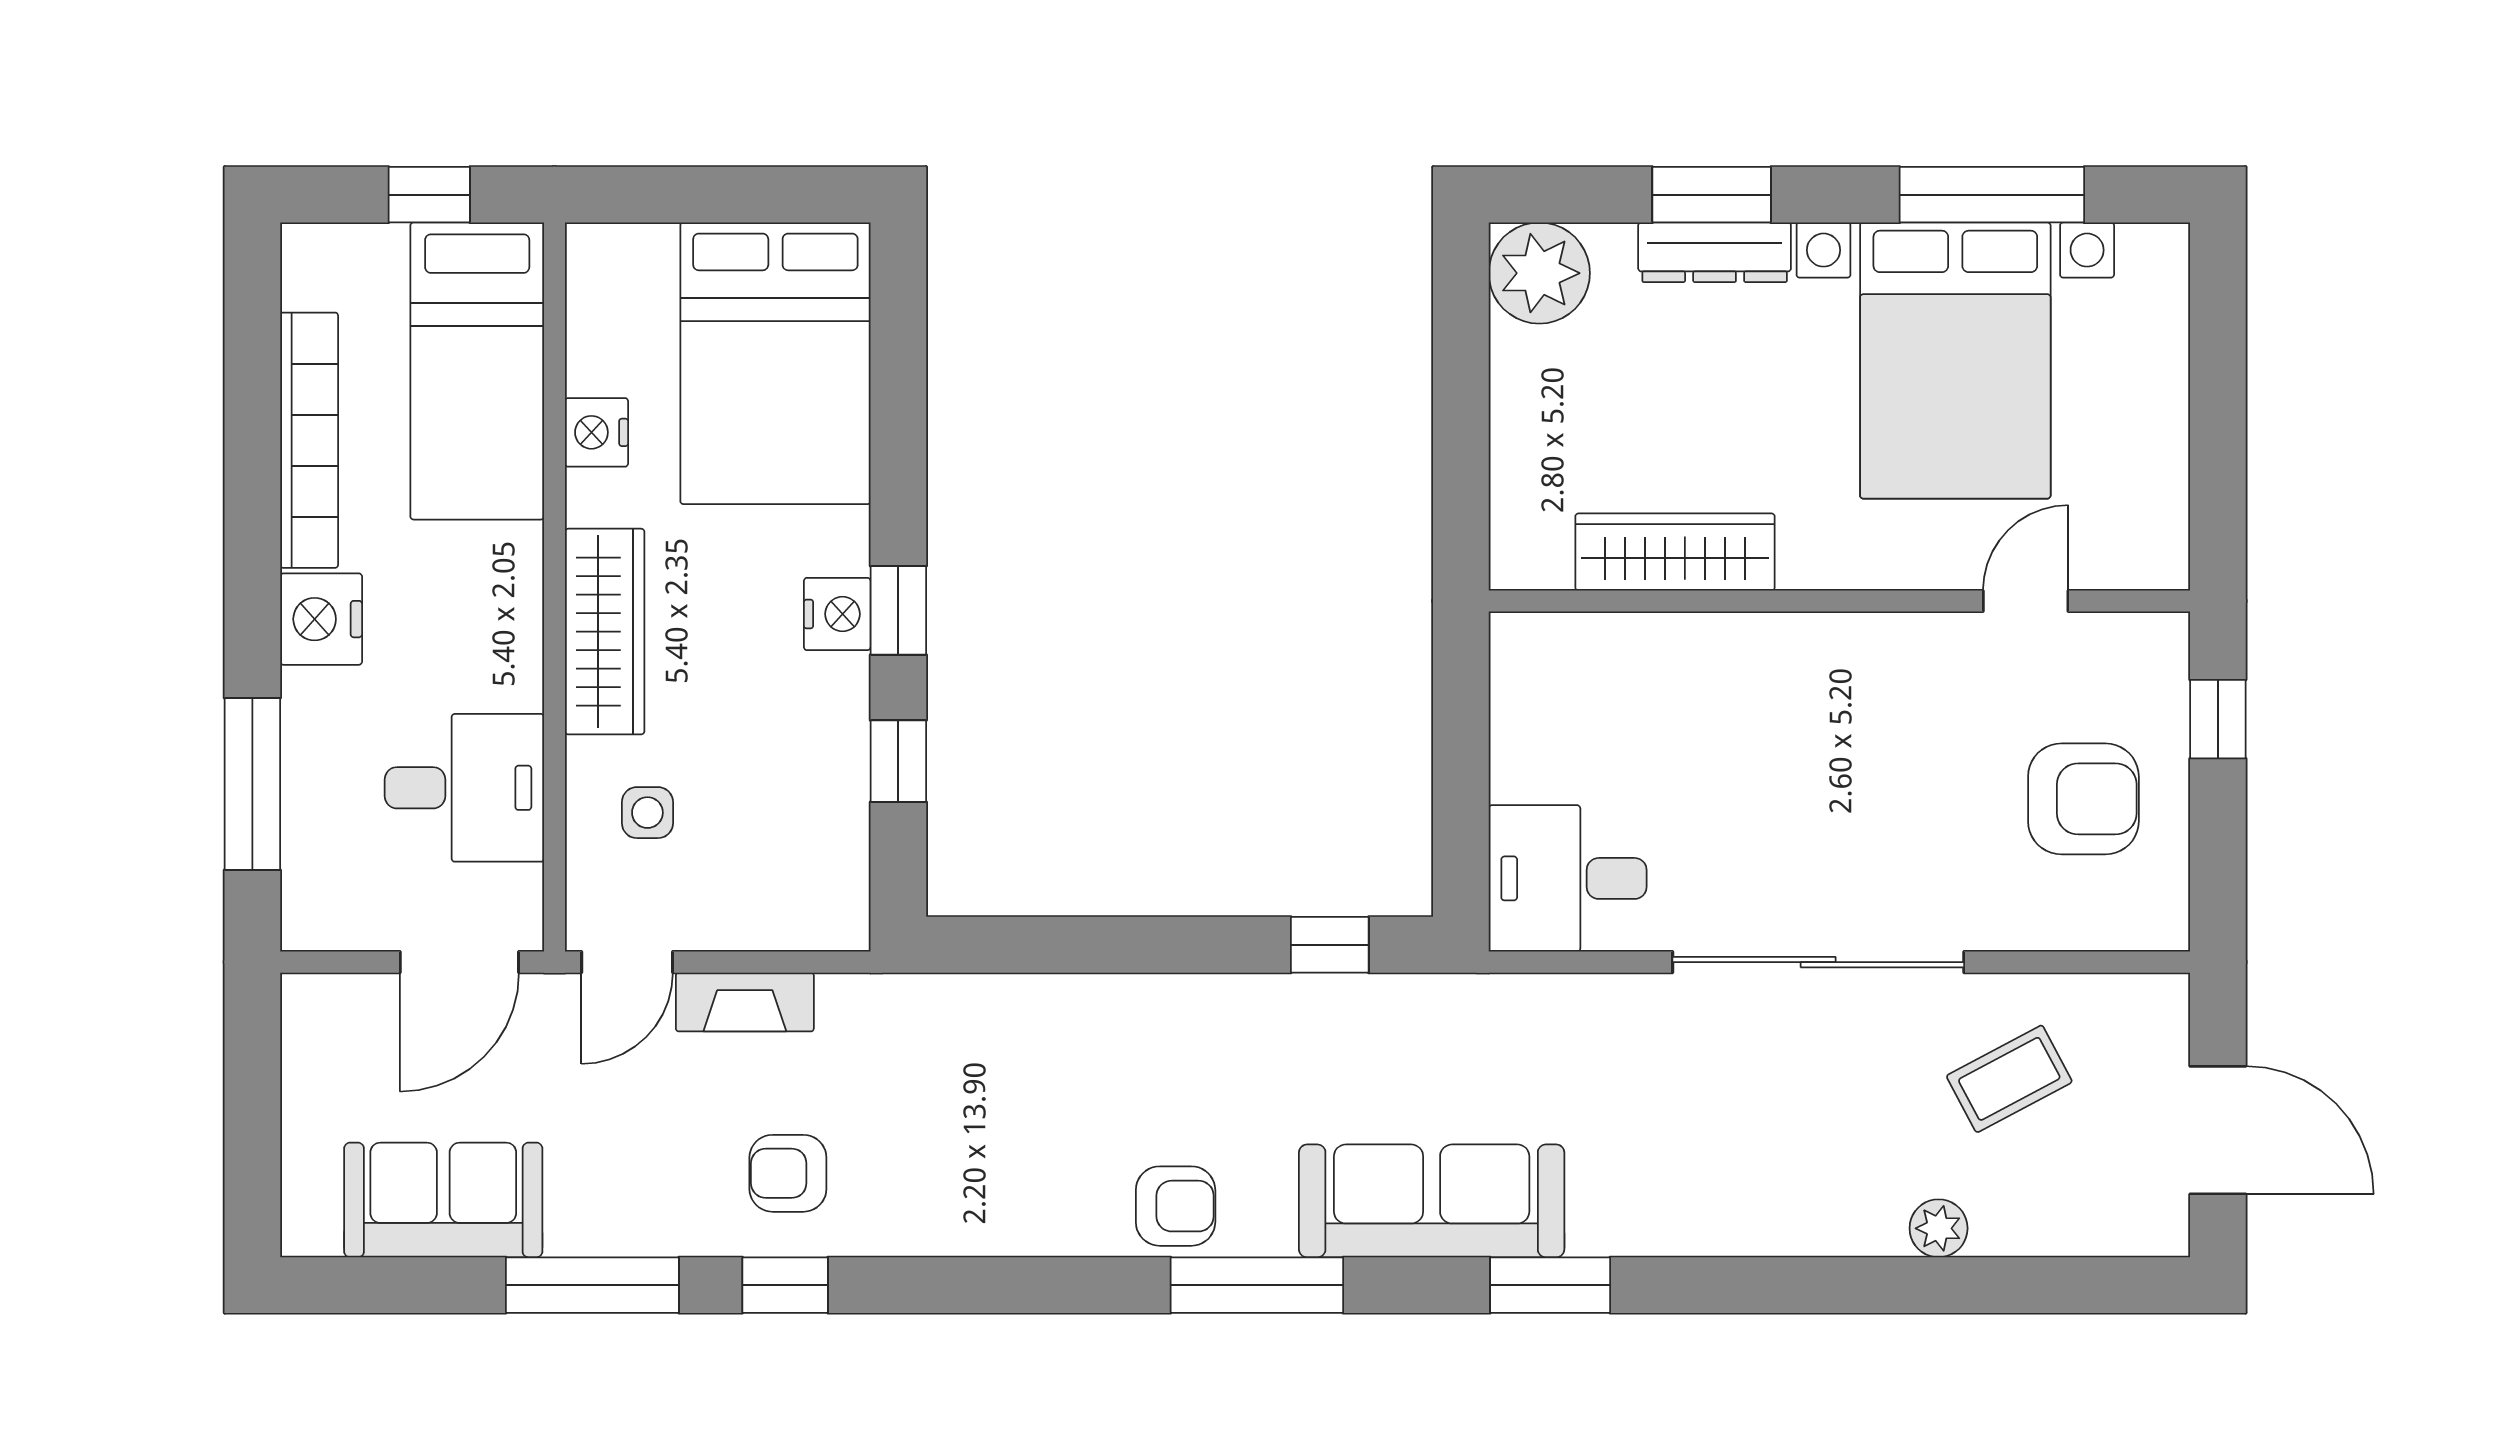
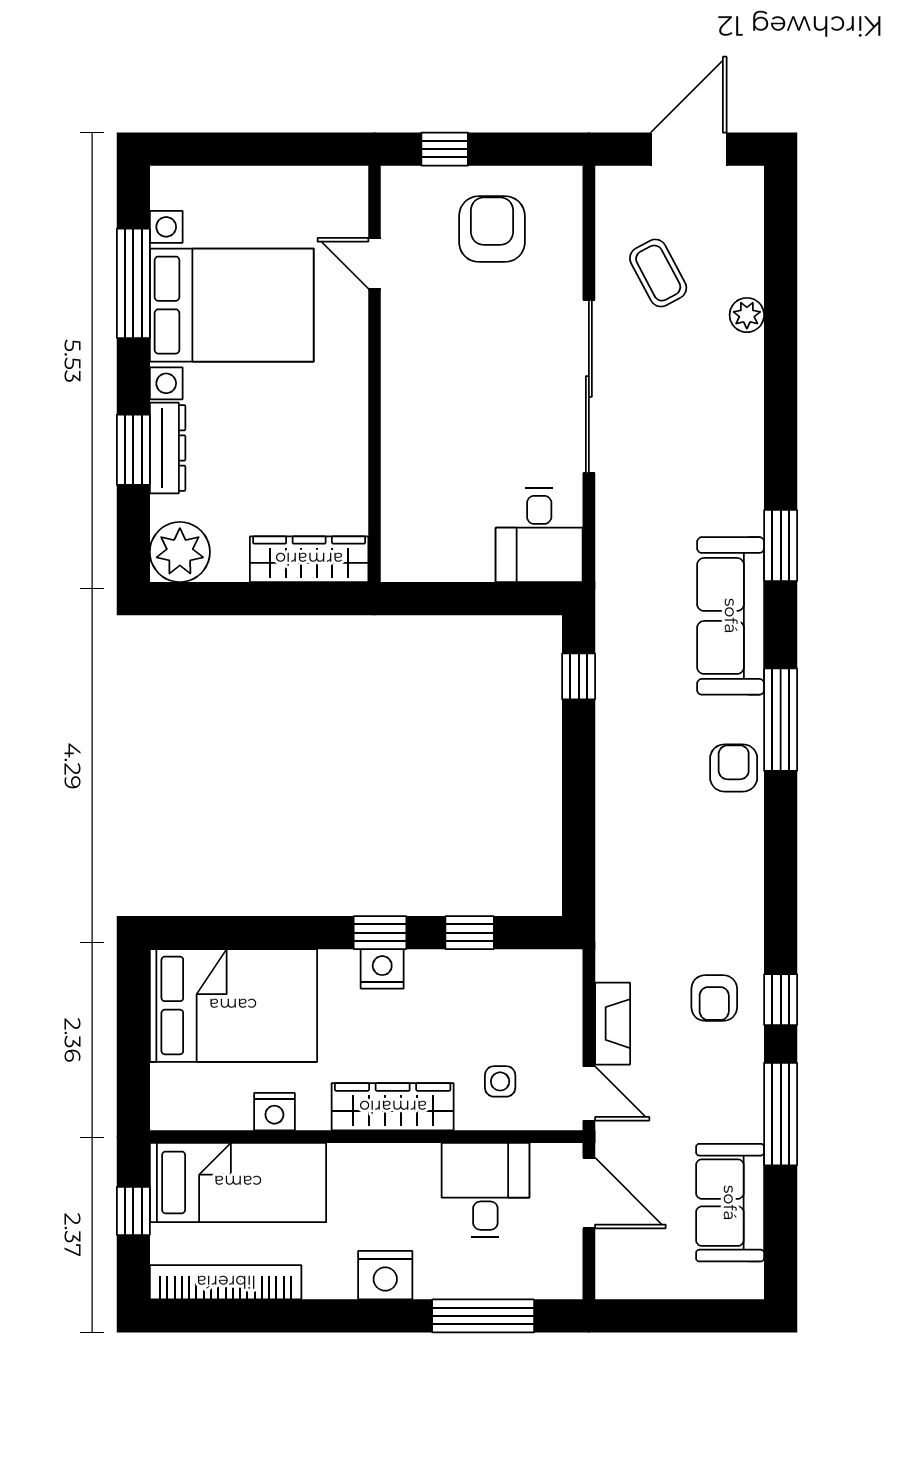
bookcase: (309, 440) -> (226, 1282), moved
wardrobe: (1675, 552) -> (309, 559), moved, turned 90

